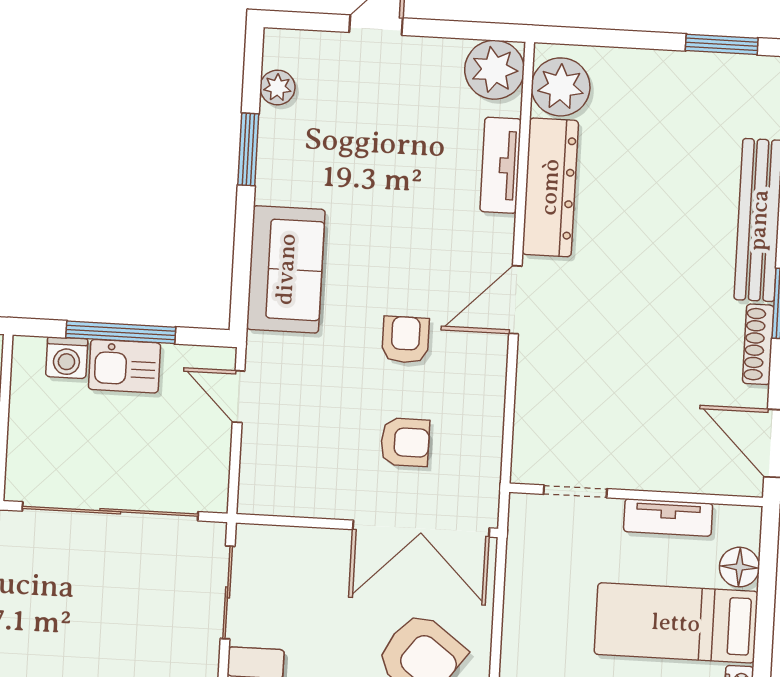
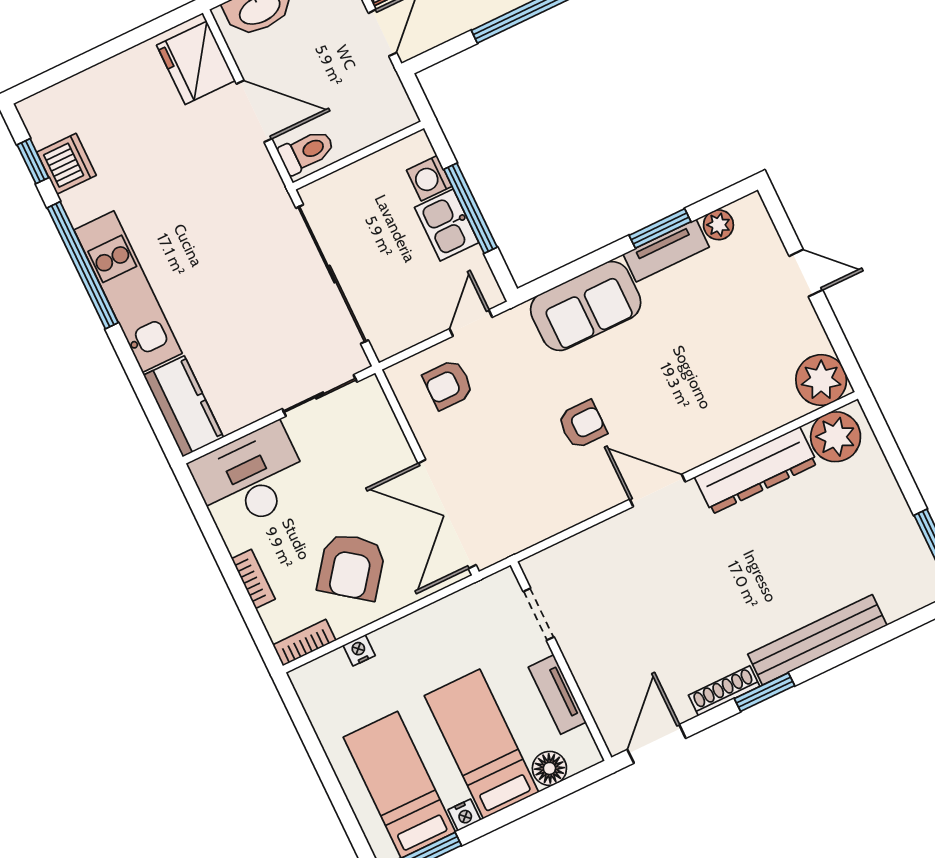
tv unit: (501, 165) -> (666, 251), moved, turned 180
armchair: (405, 442) -> (448, 384), moved, turned 90

